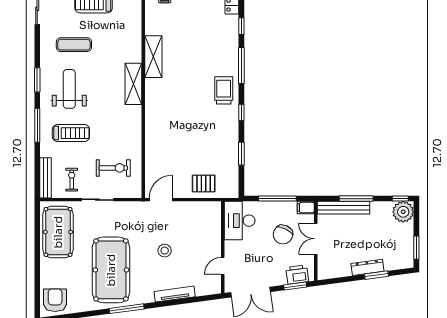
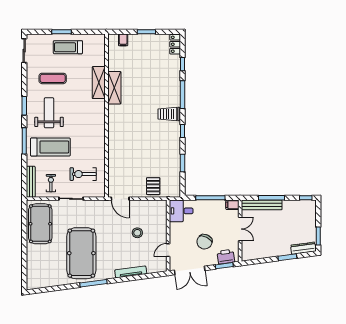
shelving: (133, 84) -> (99, 83), moved
trolley: (224, 90) -> (169, 114), turned -90
treadmill: (71, 133) -> (50, 147), width x1.37, depth x1.38
exercise bike: (113, 168) -> (83, 174), turned 180
pallet: (204, 183) -> (153, 186), turned 90
door: (161, 200) -> (120, 199), swing flipped
plant: (403, 212) -> (308, 208), removed
desk: (240, 221) -> (181, 211), width x0.73
chair: (283, 234) -> (205, 242), moved
double door: (316, 239) -> (240, 229), swing flipped
stool: (165, 251) -> (137, 233), moved
dresser: (367, 267) -> (303, 248), moved
armchair: (55, 300) -> (38, 277), removed

